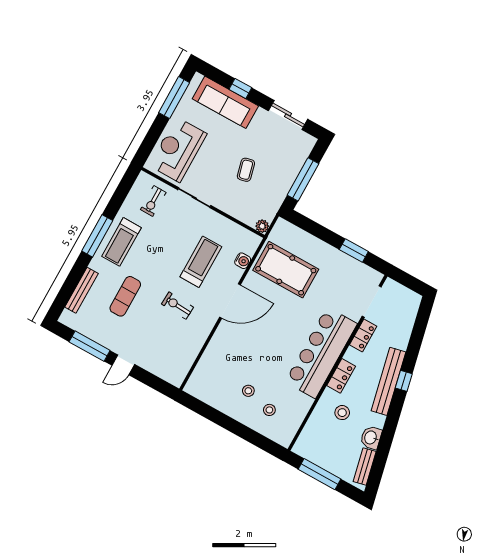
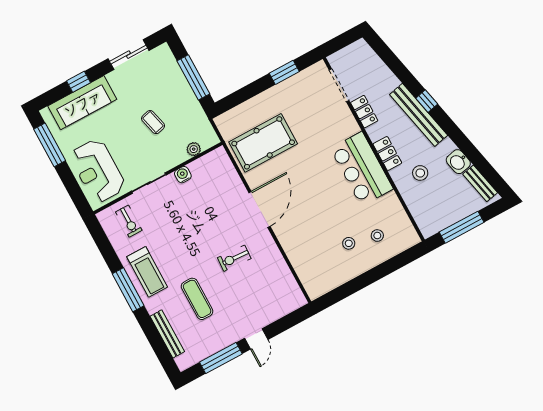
plant: (262, 226) -> (194, 149), moved
water cooler: (243, 261) -> (183, 175), moved, turned -90
treadmill: (201, 262) -> (209, 213), removed
bar counter: (321, 353) -> (362, 169), width x0.73

